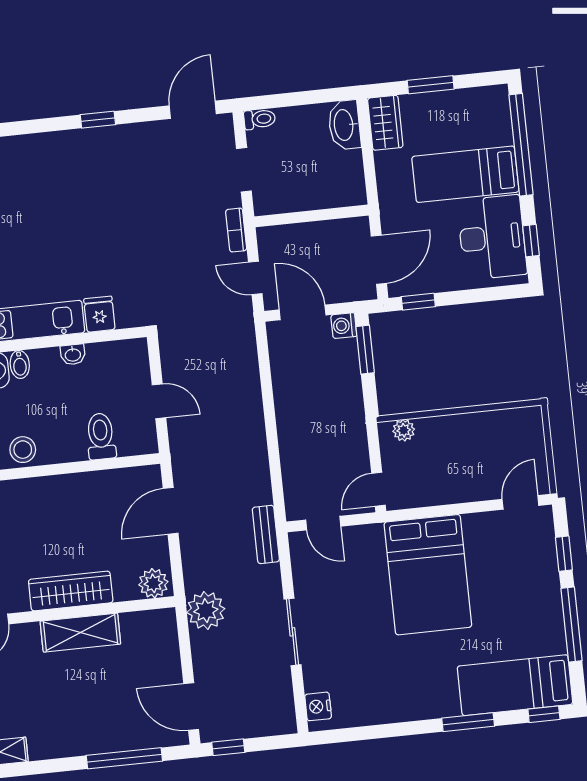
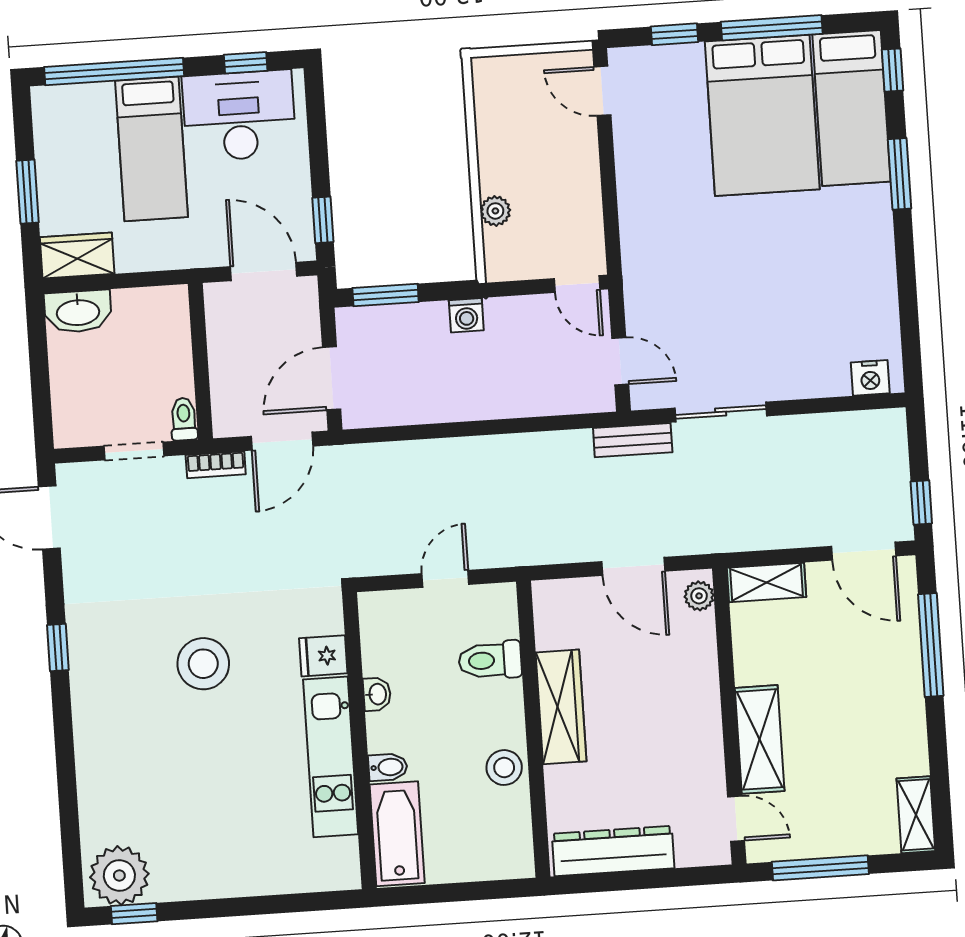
toilet: (260, 119) -> (184, 419), moved
stool: (90, 227) -> (203, 664), added
door: (255, 278) -> (282, 441), width x1.38
washing machine: (344, 326) -> (466, 315), moved
plant: (404, 430) -> (495, 211), moved
door: (171, 511) -> (633, 566), moved
door: (323, 523) -> (620, 361), hinge flipped
bed: (428, 575) -> (762, 115), moved, turned 90
plant: (153, 583) -> (699, 596), width x0.73, depth x0.73
wardrobe: (71, 591) -> (561, 707), moved, turned 180
plant: (206, 611) -> (733, 526), removed
sliding door: (292, 632) -> (721, 412), moved
shelving: (80, 633) -> (760, 739), moved
shelving: (166, 636) -> (767, 582), added
door: (191, 707) -> (864, 551), hinge flipped

